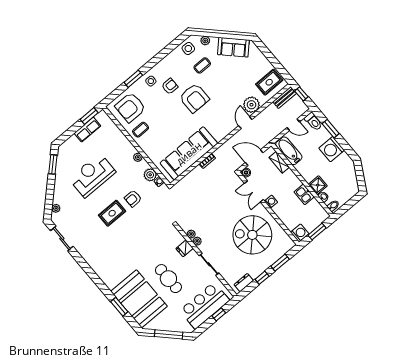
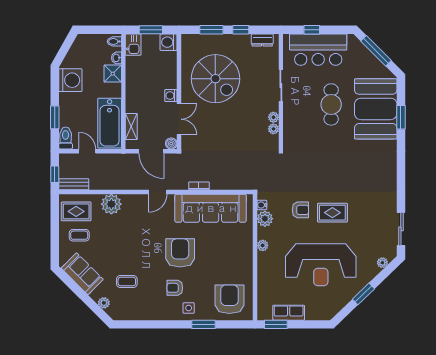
side table: (188, 49) -> (126, 309), removed
armchair: (194, 98) -> (180, 253), moved
armchair: (130, 107) -> (229, 299), turned -90
door: (245, 123) -> (158, 192), moved
coffee table: (141, 130) -> (79, 235), moved
washing machine: (332, 149) -> (70, 80), moved
bathtub: (289, 151) -> (110, 123), width x1.36, depth x1.36
window: (53, 164) -> (363, 294), moved
reception desk: (92, 175) -> (321, 265), width x1.36, depth x1.30
kitchen sink: (304, 194) -> (133, 45), moved
fridge: (185, 248) -> (291, 120), removed

